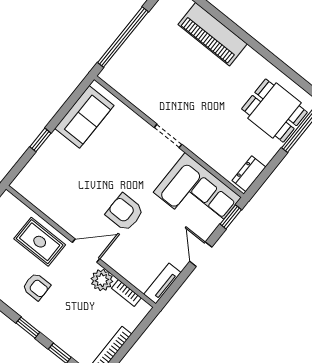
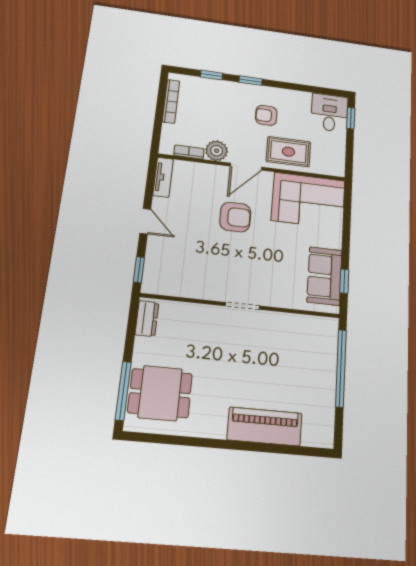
window: (40, 140) -> (344, 281), moved
corner sofa: (197, 195) -> (308, 200), moved, turned 180

